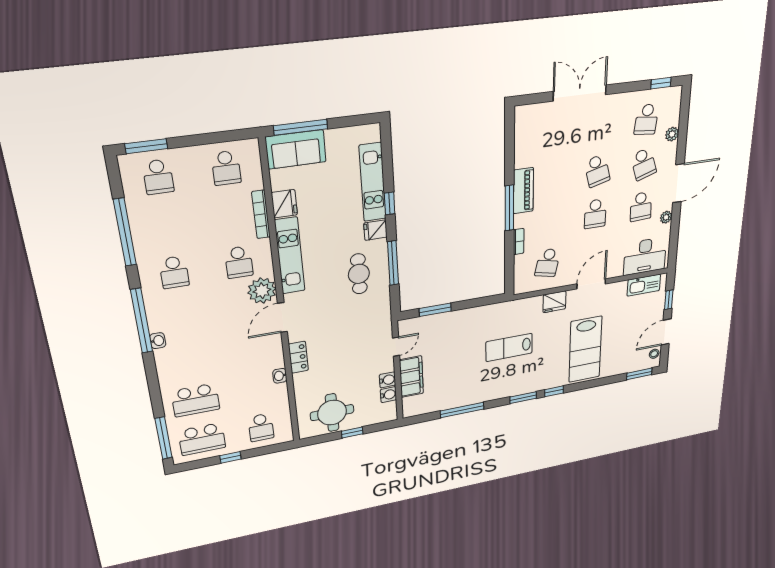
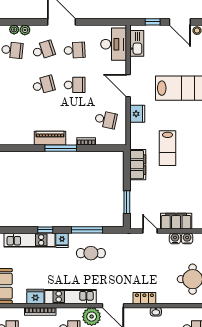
plant: (666, 217) -> (14, 30), moved
filing cabinet: (487, 315) -> (138, 165), added

